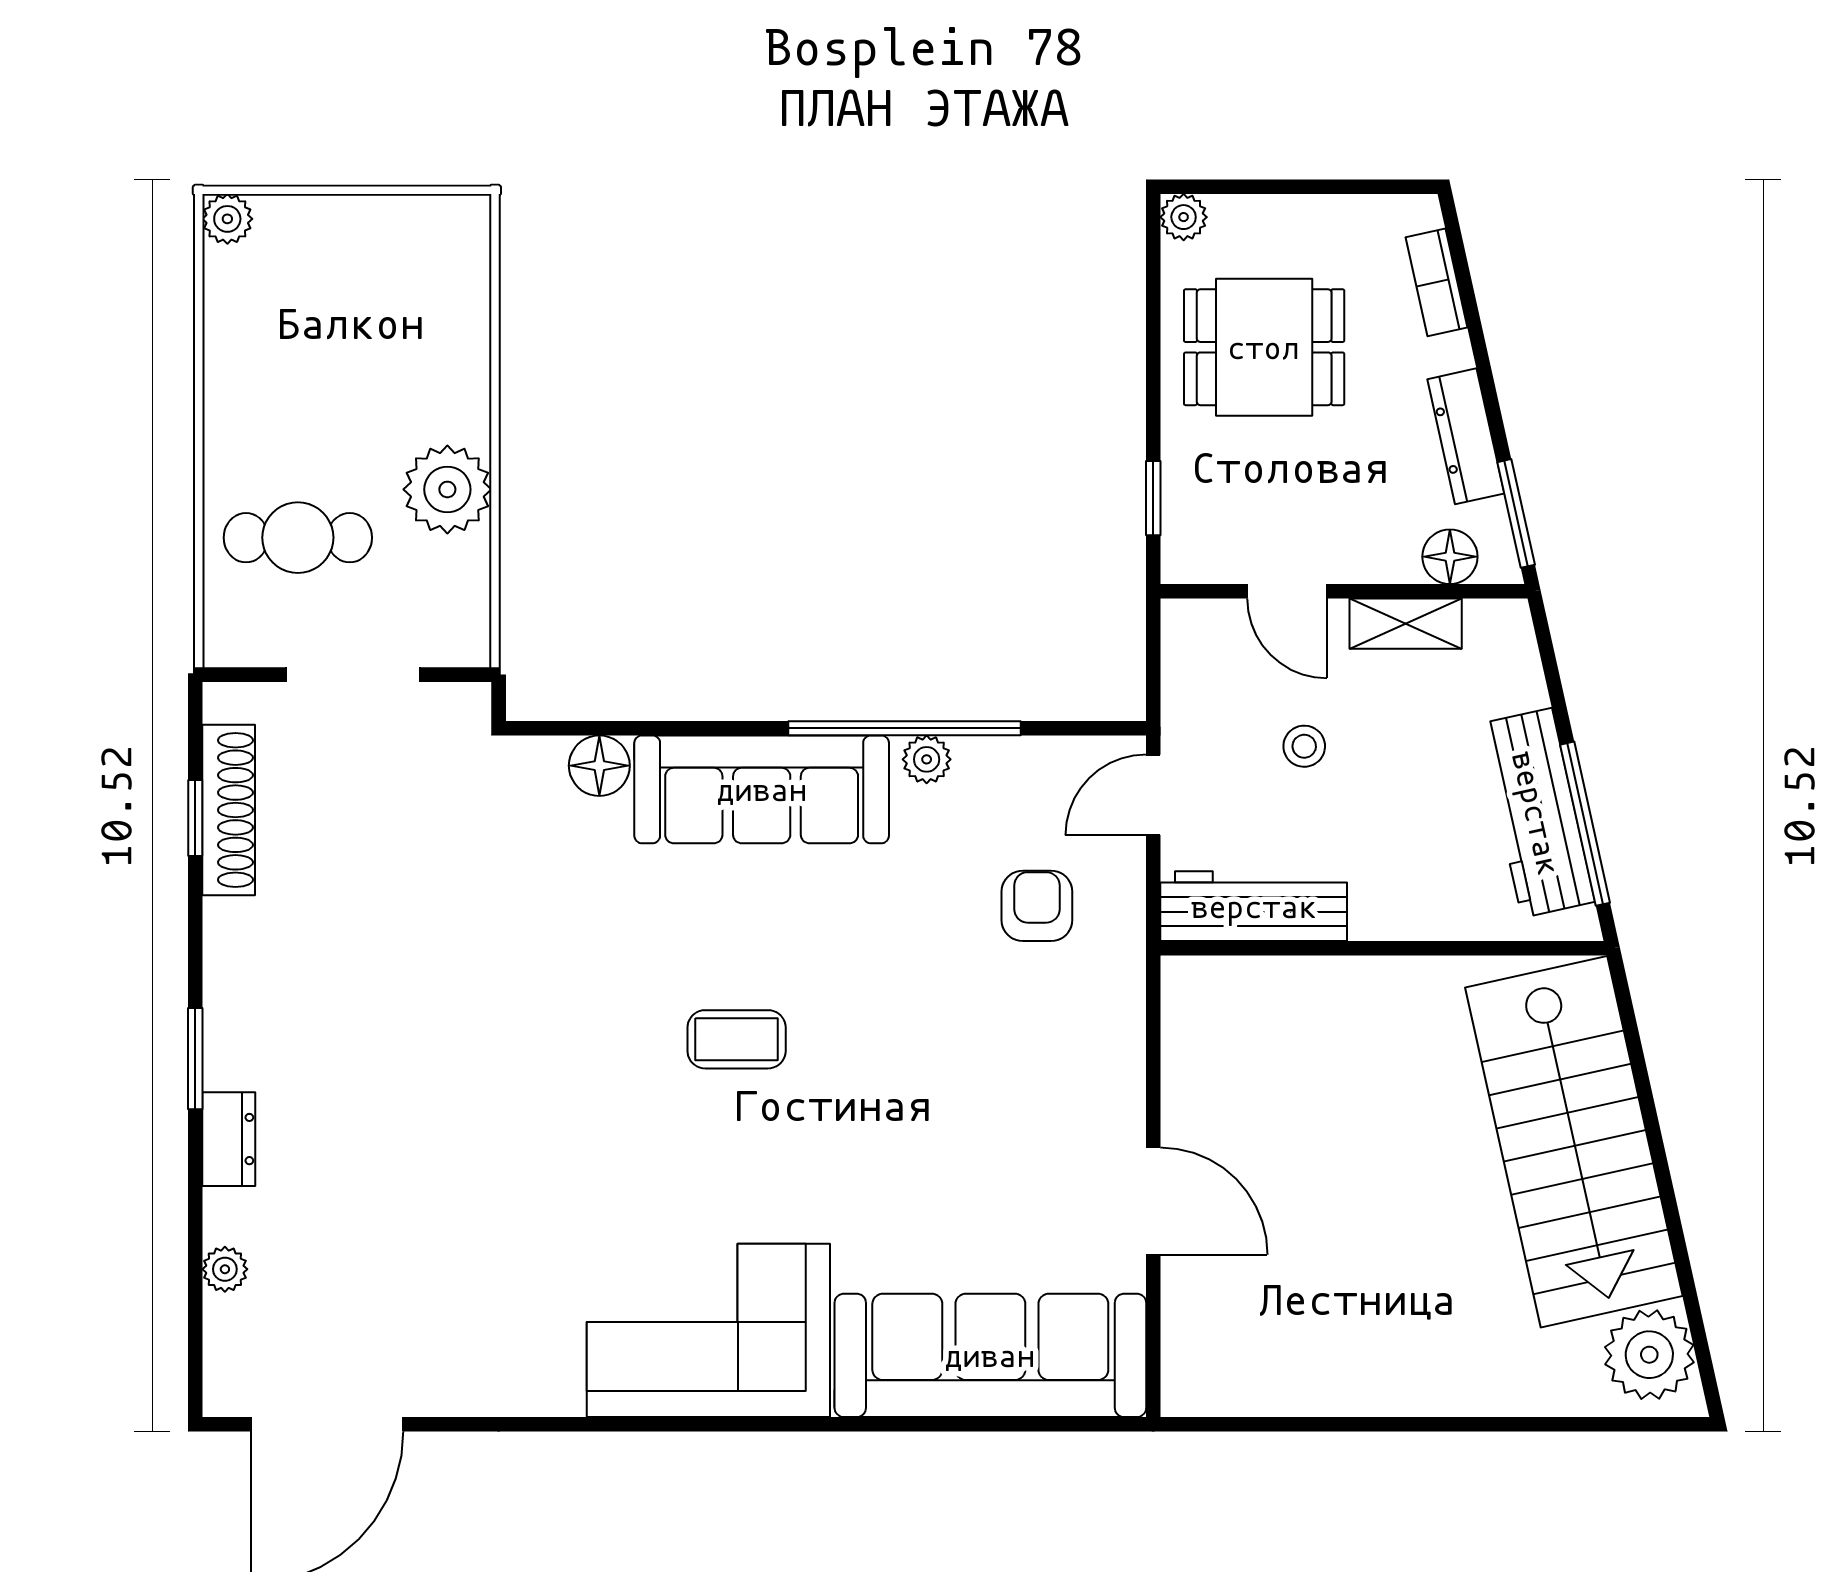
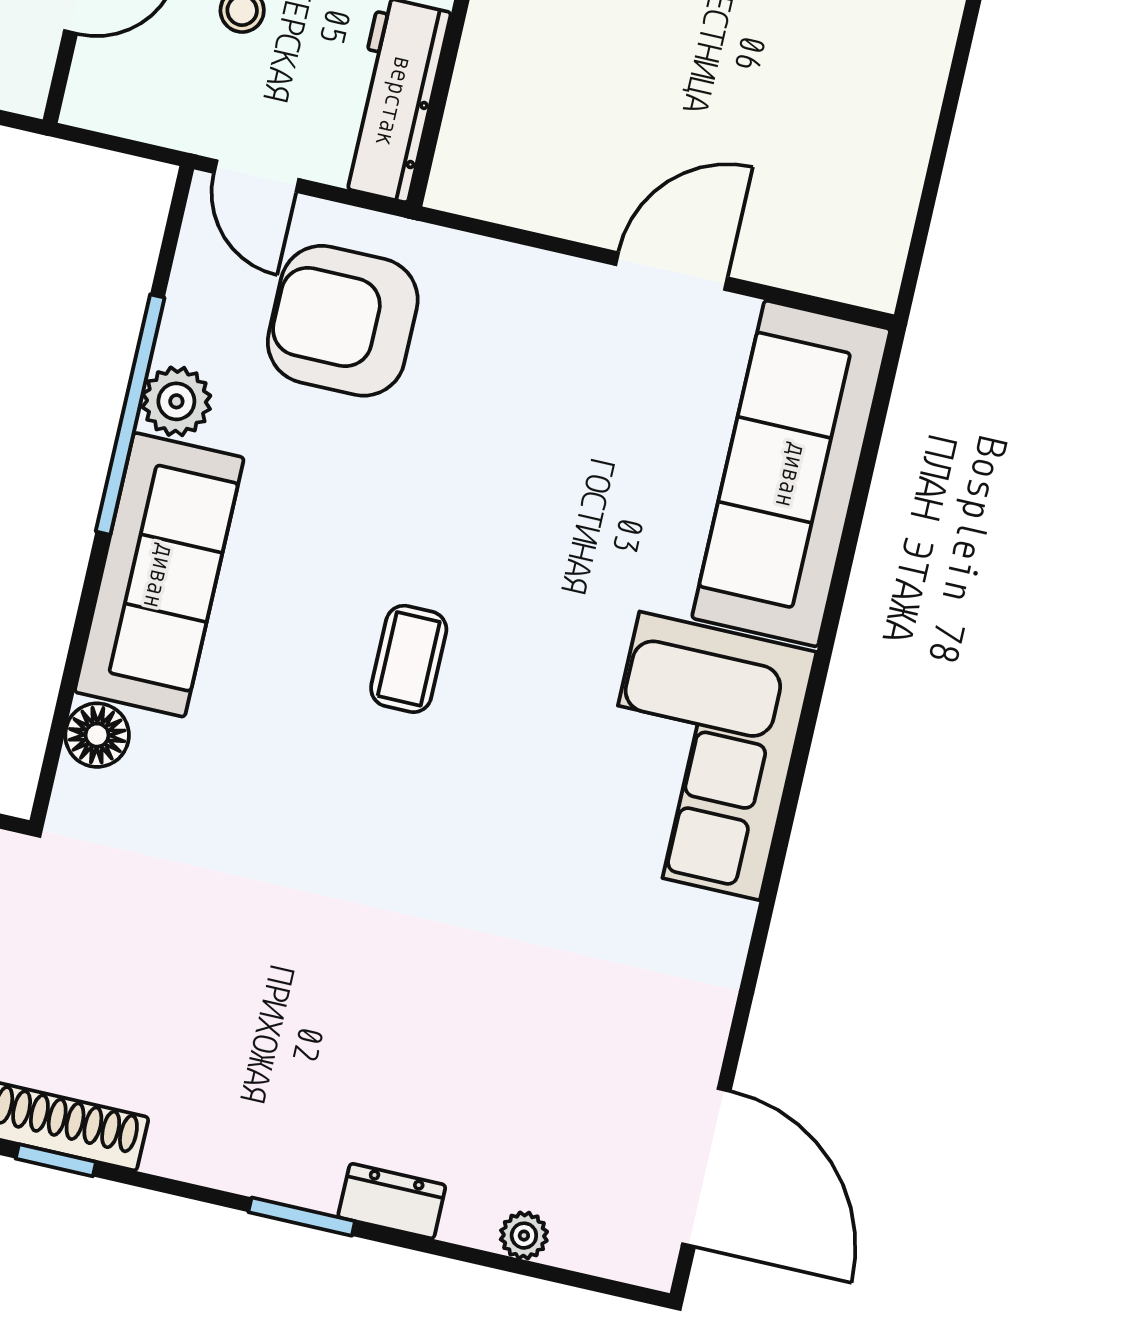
plant: (927, 759) -> (176, 401), width x1.38, depth x1.38
armchair: (1037, 906) -> (343, 321), width x1.88, depth x1.88

